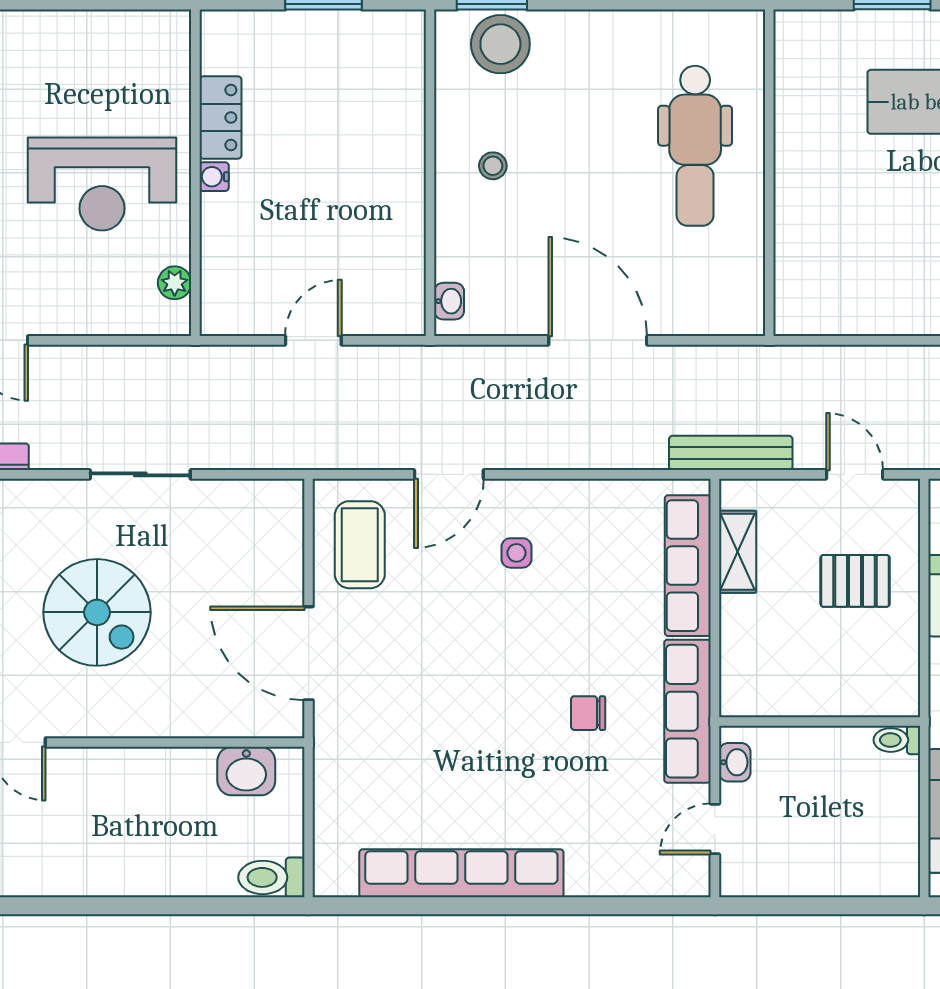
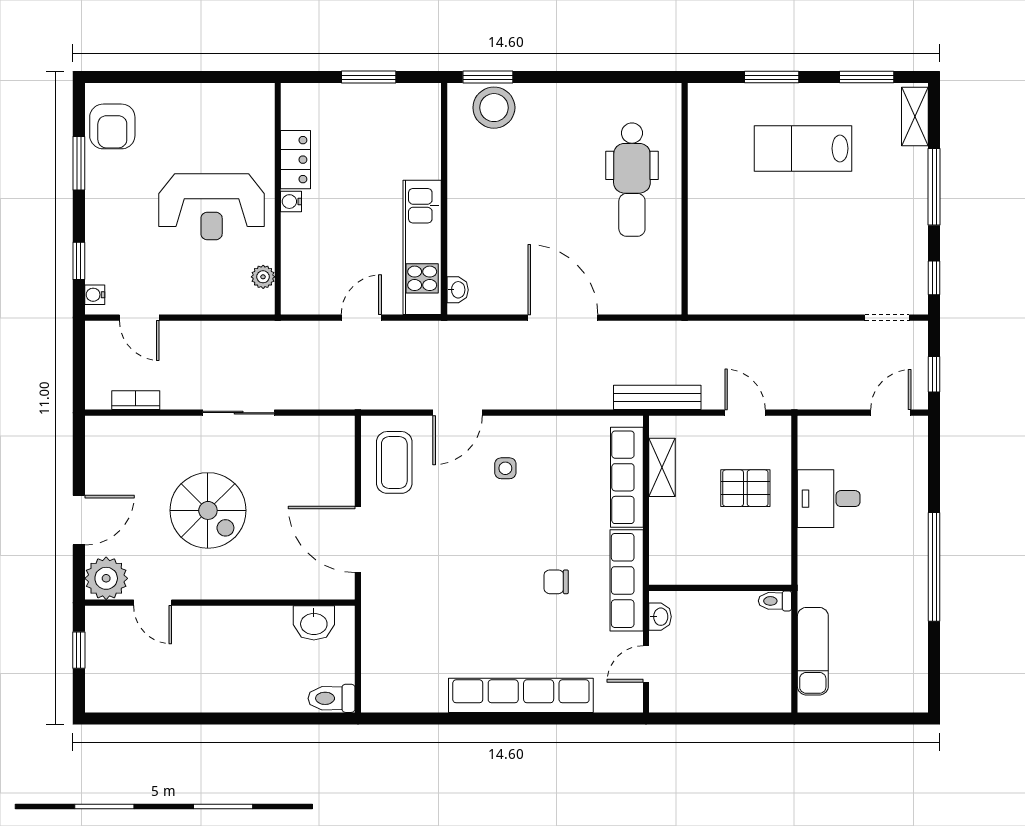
stool: (493, 166) -> (489, 194), removed
kitchen unit: (399, 241) -> (422, 247), added
row of seats: (461, 873) -> (521, 695), moved

